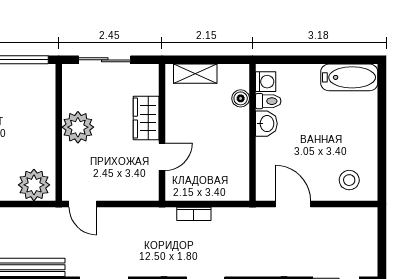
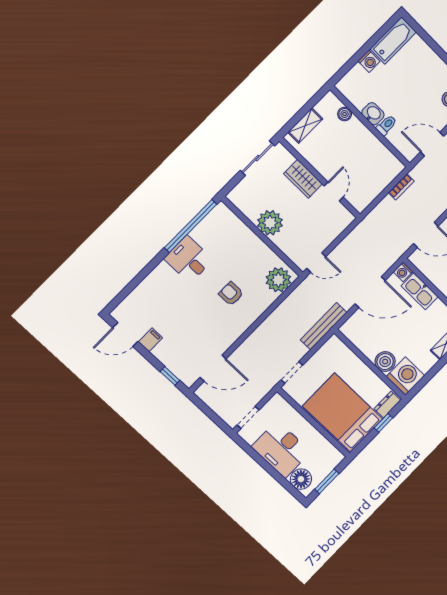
sliding door: (105, 60) -> (257, 158), moved
washing machine: (266, 82) -> (369, 61), moved, turned 90
toilet: (268, 101) -> (386, 125), moved
bookcase: (194, 214) -> (401, 187), moved

